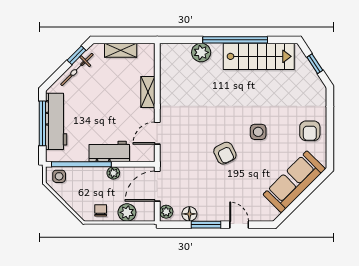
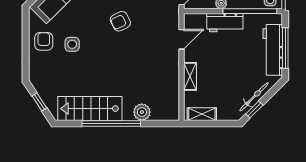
shelving: (121, 50) -> (202, 114), moved
side table: (258, 132) -> (72, 44), moved
armchair: (225, 153) -> (120, 21), turned -90

